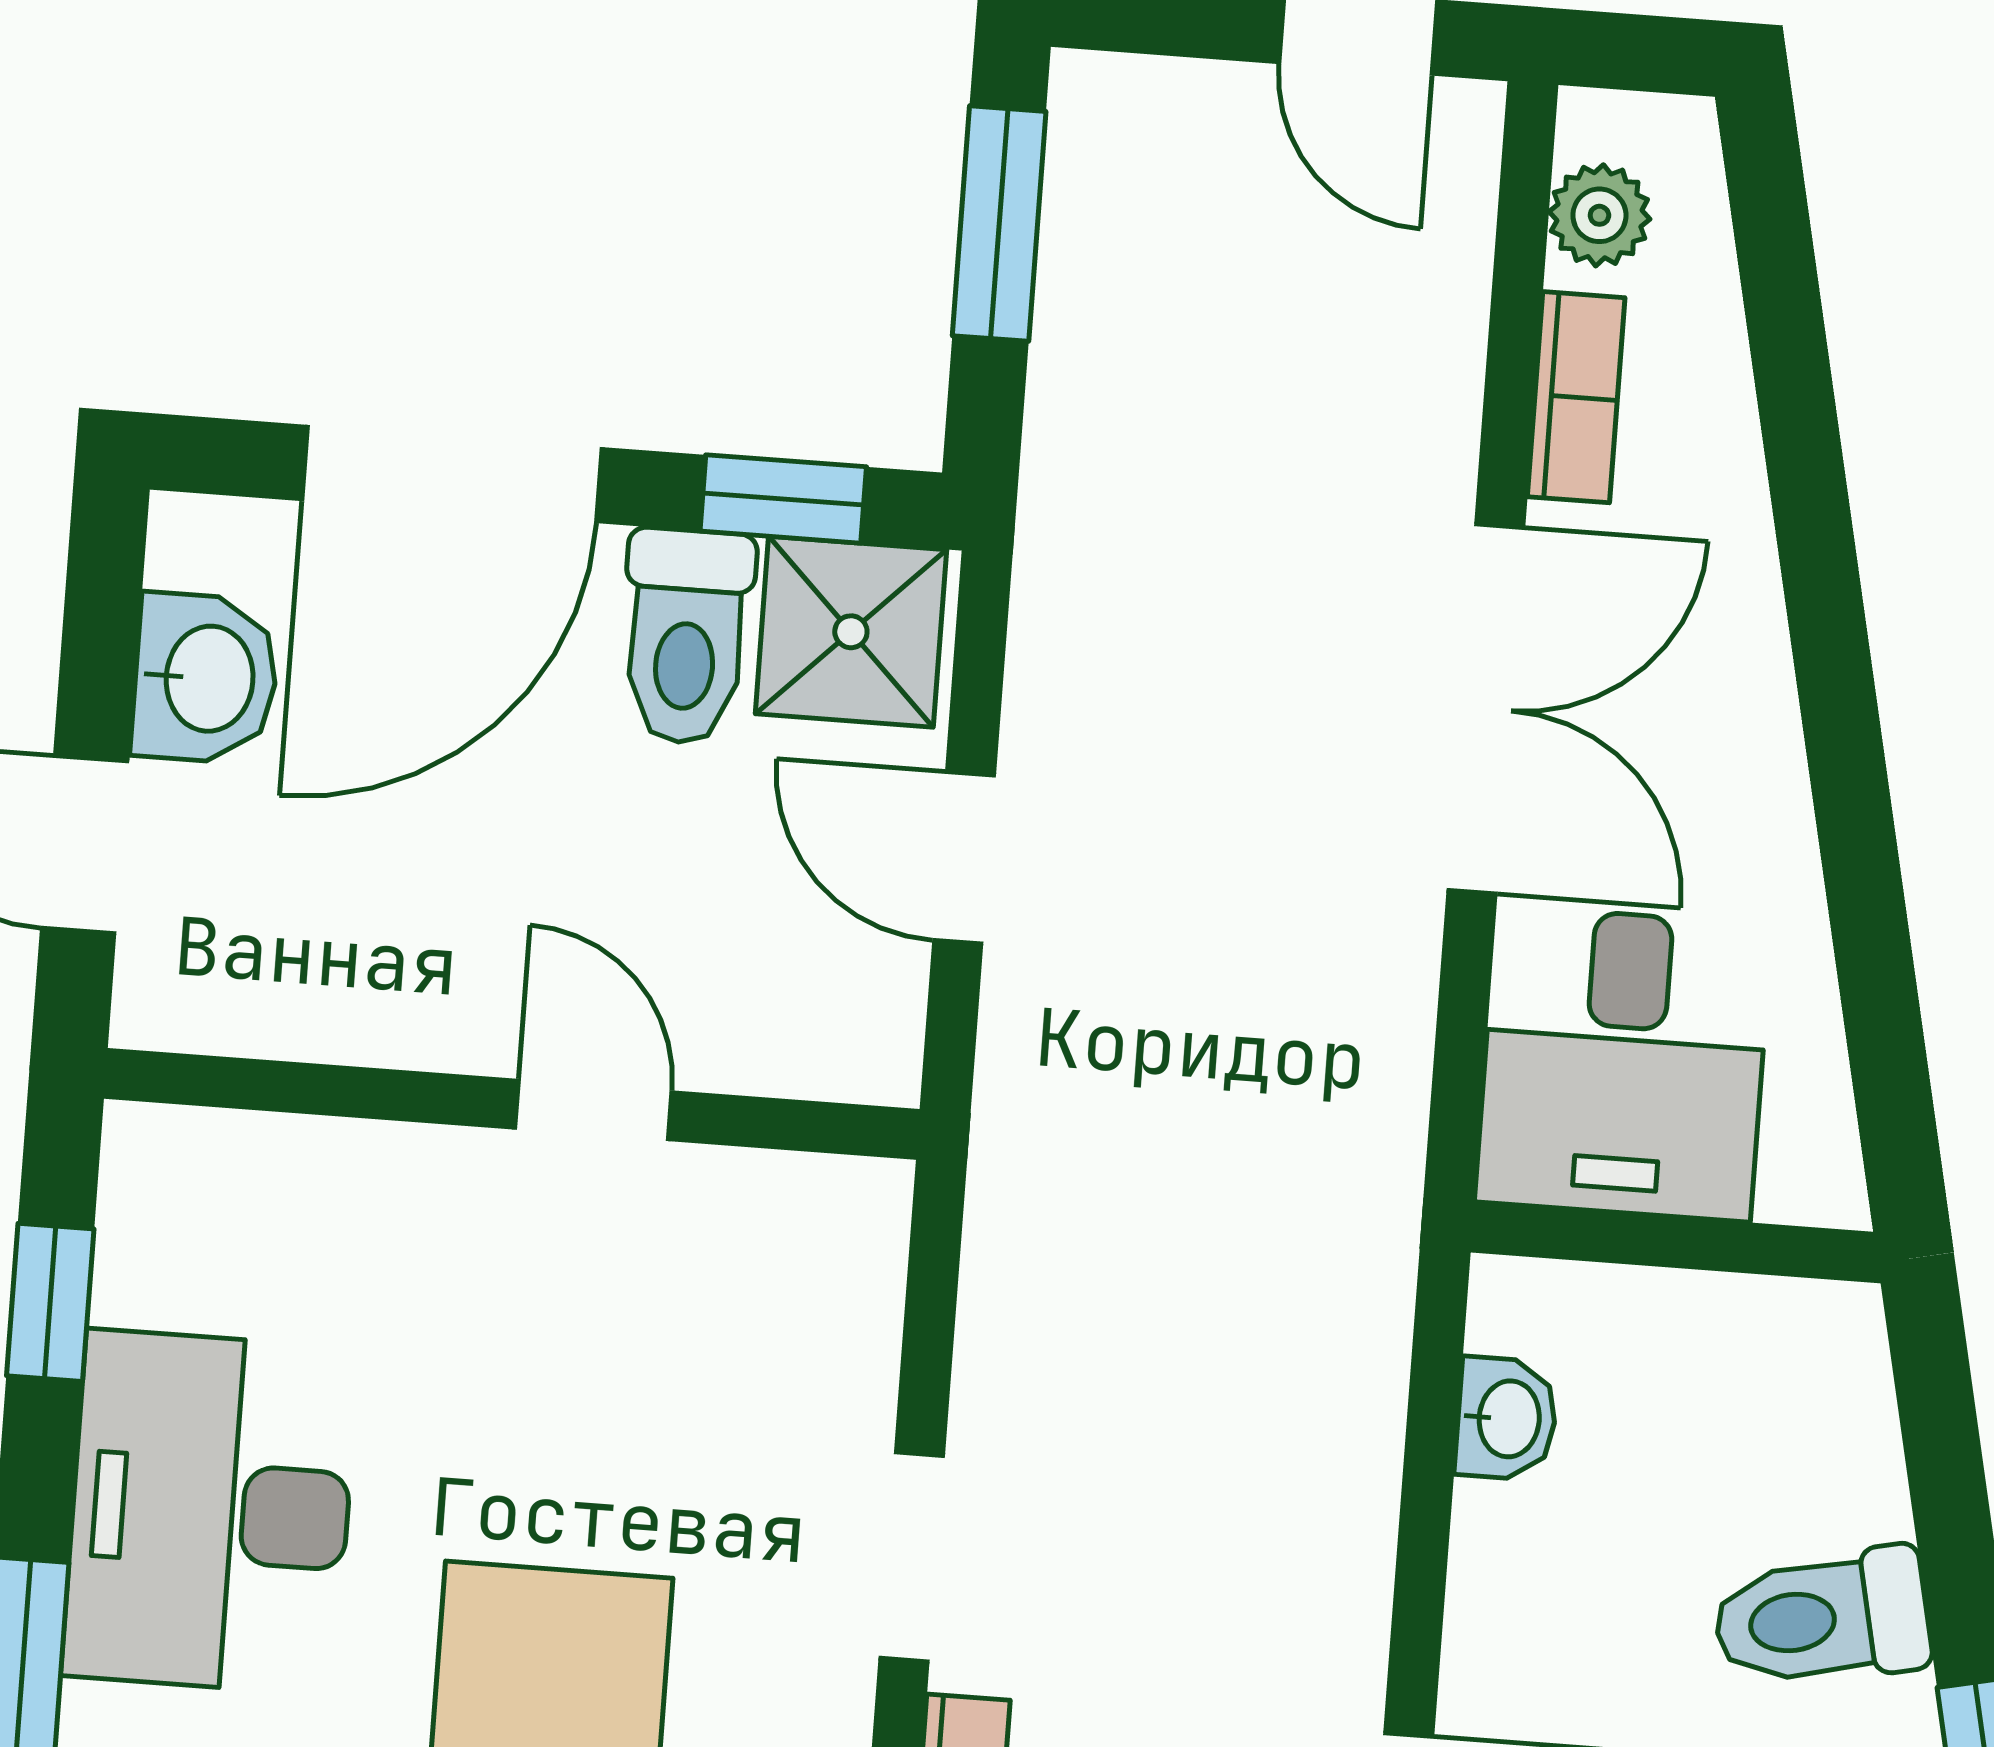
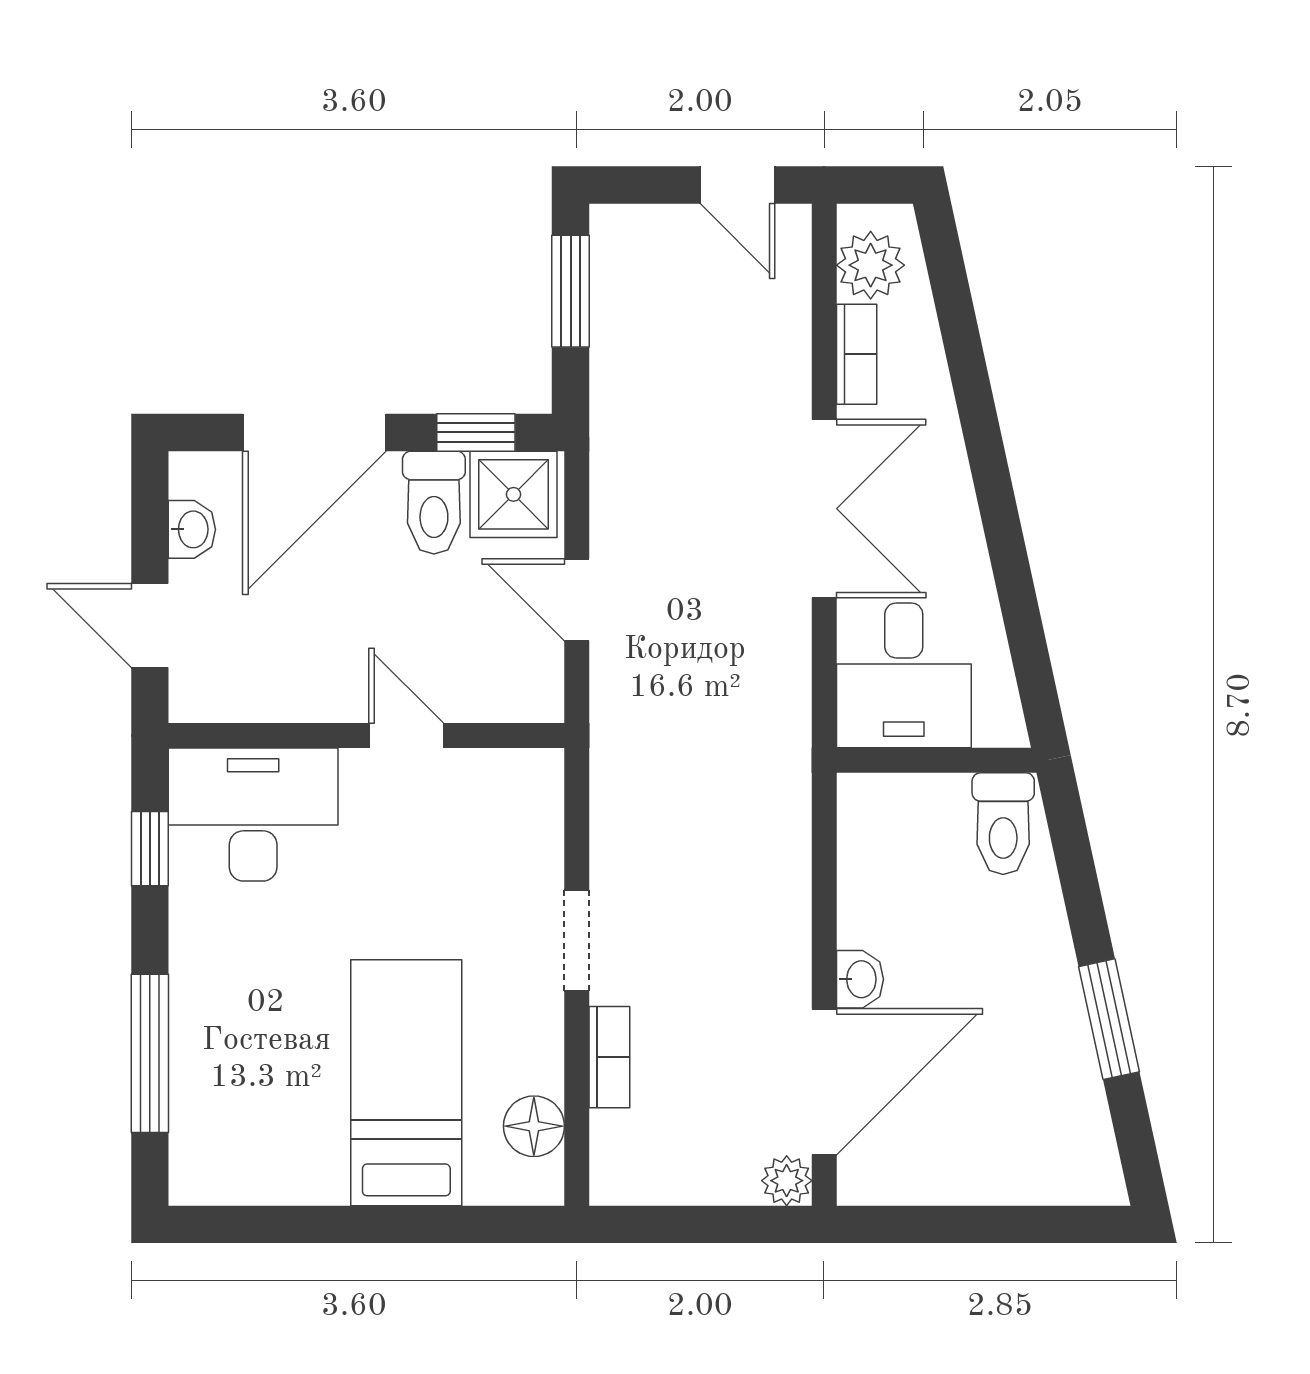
plant: (1599, 215) -> (871, 265), width x1.38, depth x1.38
washbasin: (205, 678) -> (192, 529), width x0.72, depth x0.69
washbasin: (1506, 1419) -> (860, 979), moved
desk: (210, 1512) -> (253, 815), moved, turned 90
toilet: (1822, 1618) -> (1003, 824), moved, turned -78

